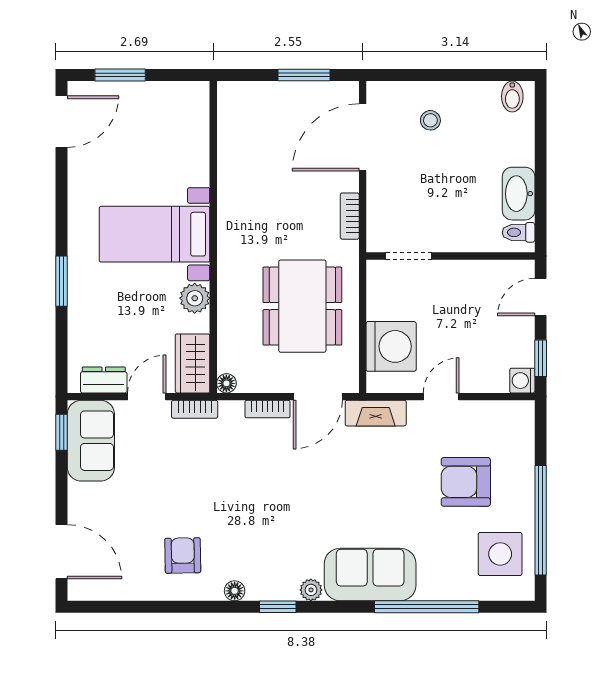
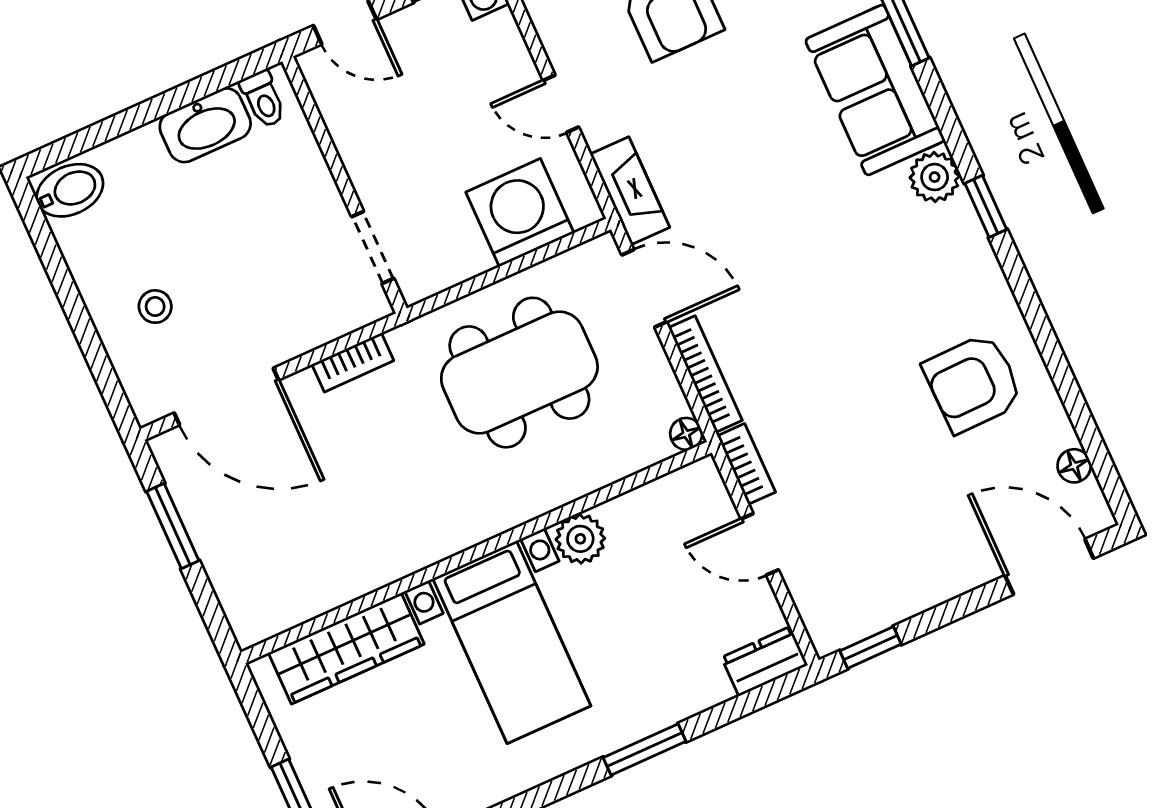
bidet: (512, 96) -> (70, 190), width x1.38, depth x1.36
wardrobe: (193, 363) -> (346, 648), moved, width x1.50
dresser: (104, 380) -> (765, 661), moved, turned 90
bookcase: (267, 409) -> (705, 374), width x1.56
sofa: (91, 441) -> (863, 598), removed
door: (62, 552) -> (1049, 567), hinge flipped
armchair: (183, 555) -> (973, 383), width x1.38, depth x1.38
plant: (311, 590) -> (935, 177), width x1.38, depth x1.38
floor lamp: (235, 591) -> (1074, 466), moved

